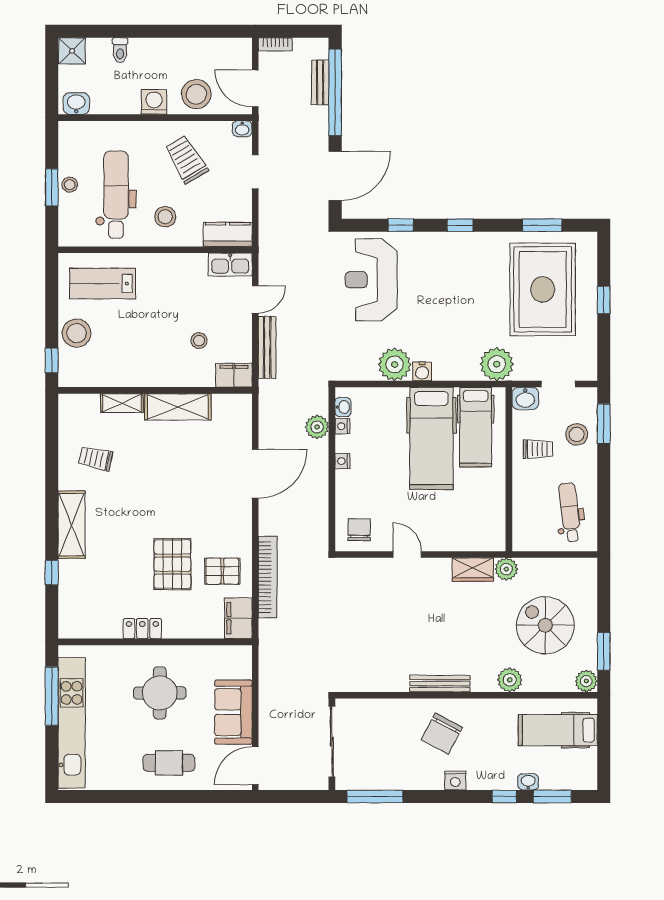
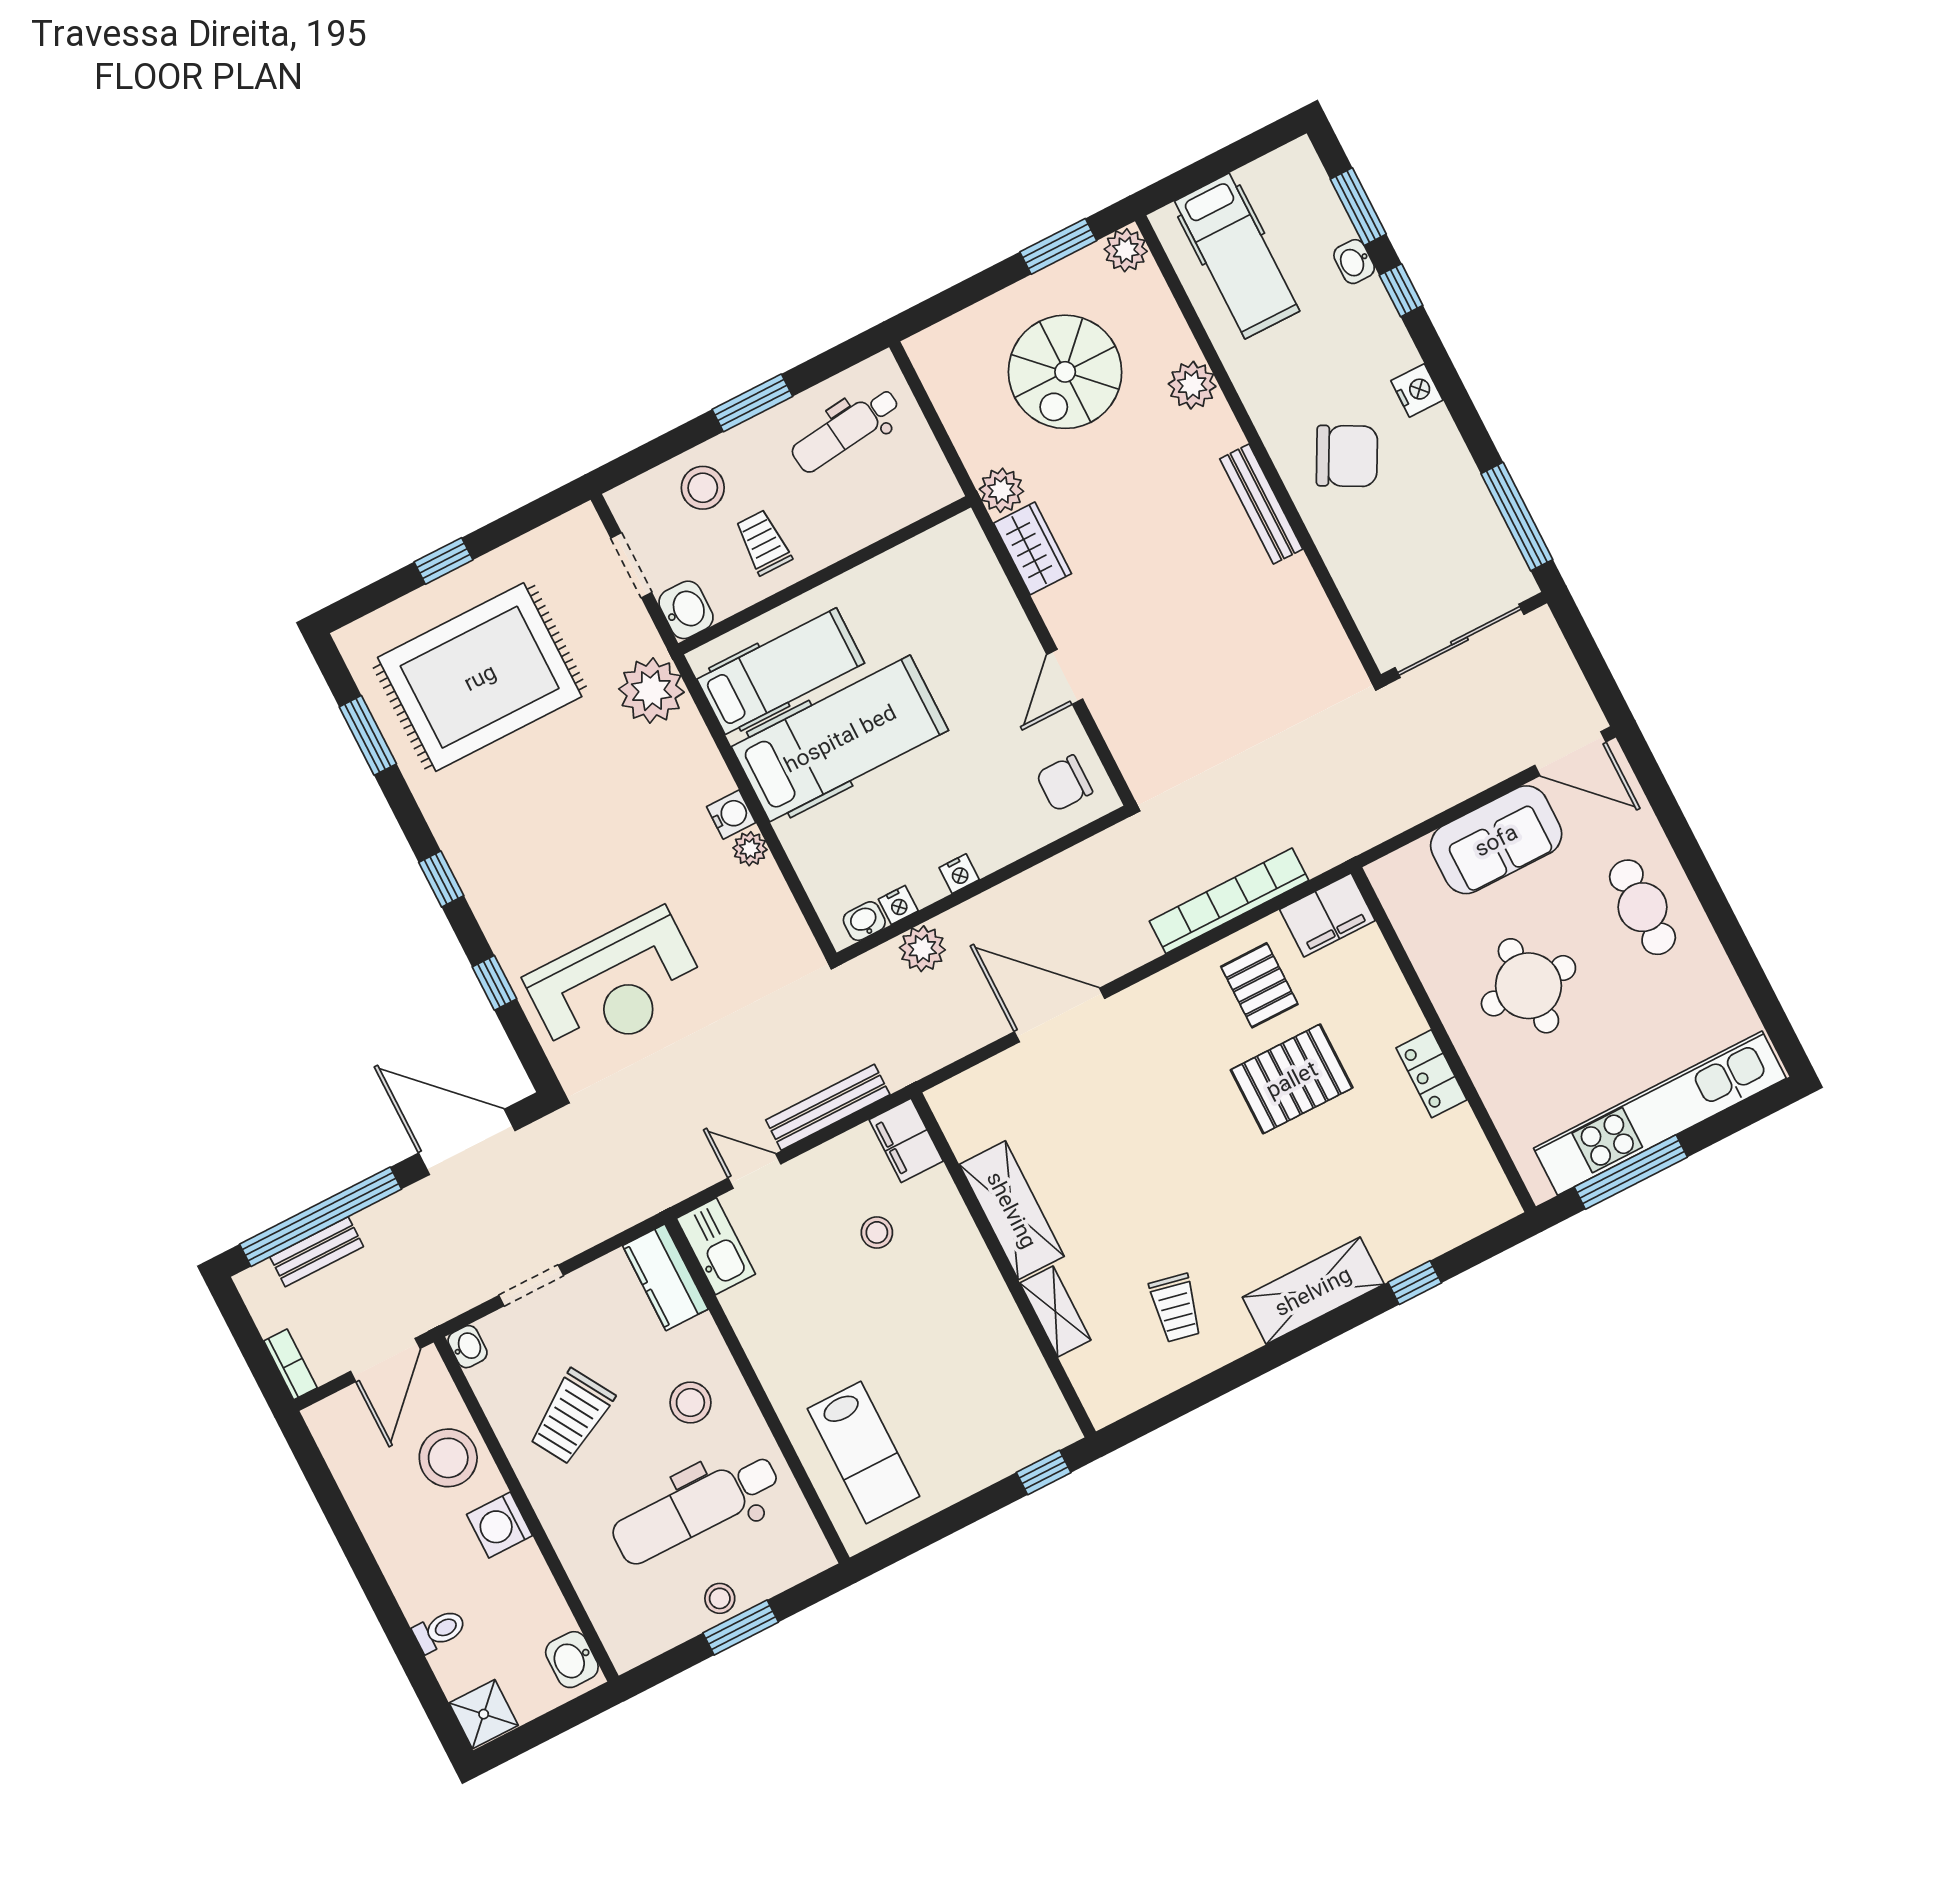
stool: (76, 333) -> (973, 1454), removed
plant: (395, 364) -> (750, 849), width x0.53, depth x0.53
window: (604, 424) -> (752, 403), moved

